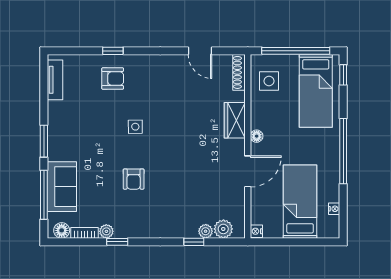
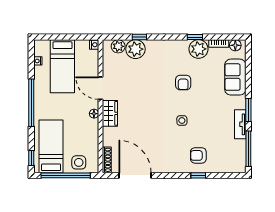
door: (200, 51) -> (135, 175), width x1.88
tv unit: (55, 80) -> (240, 124), moved
side table: (269, 81) -> (79, 162), moved
wardrobe: (235, 120) -> (110, 113), moved
door: (248, 171) -> (100, 88), hinge flipped
armchair: (134, 179) -> (183, 83), turned 180
window: (44, 195) -> (248, 149), moved
plant: (106, 231) -> (199, 49), width x1.87, depth x1.87
plant: (206, 231) -> (135, 49), width x1.87, depth x1.87

